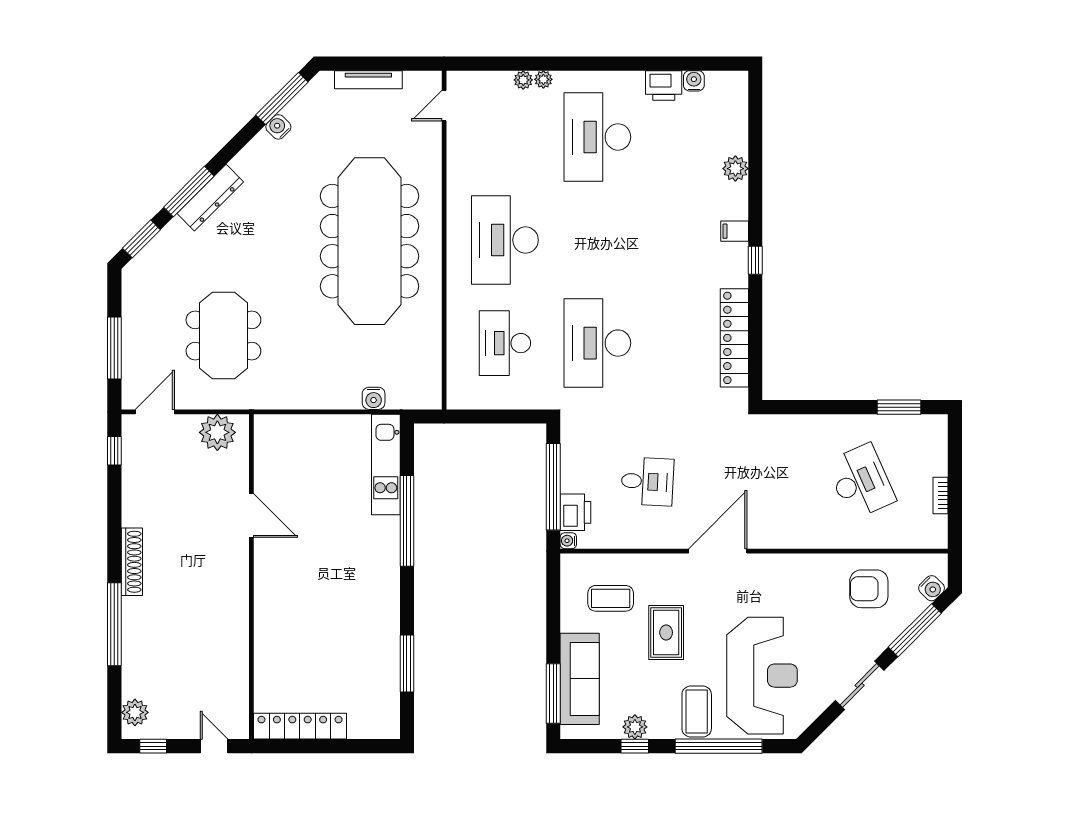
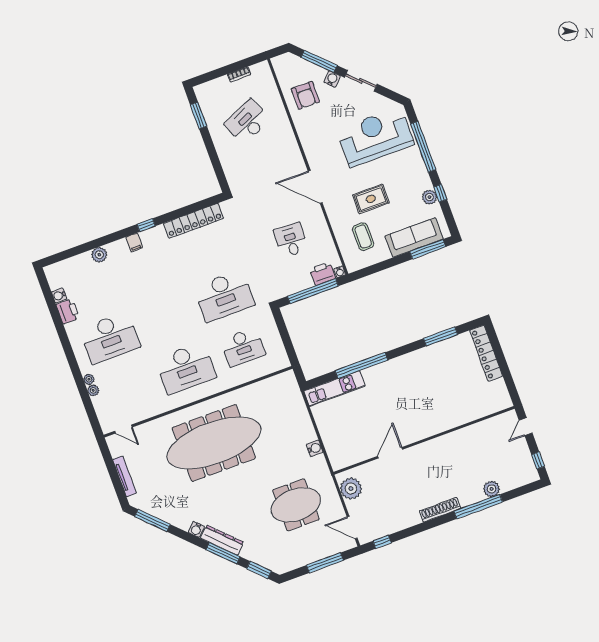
water cooler: (278, 127) -> (196, 529), moved
water cooler: (374, 398) -> (315, 448), moved
water cooler: (932, 588) -> (332, 79), moved
coffee table: (697, 711) -> (408, 166), removed
plant: (135, 712) -> (492, 489), moved
locker: (300, 726) -> (486, 353), moved

